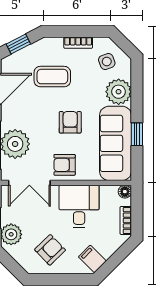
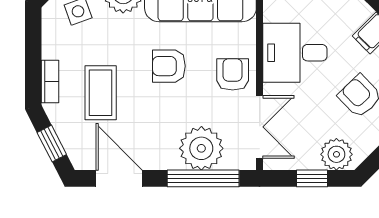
bookcase: (78, 43) -> (50, 82), moved
armchair: (65, 165) -> (233, 74), turned 180

